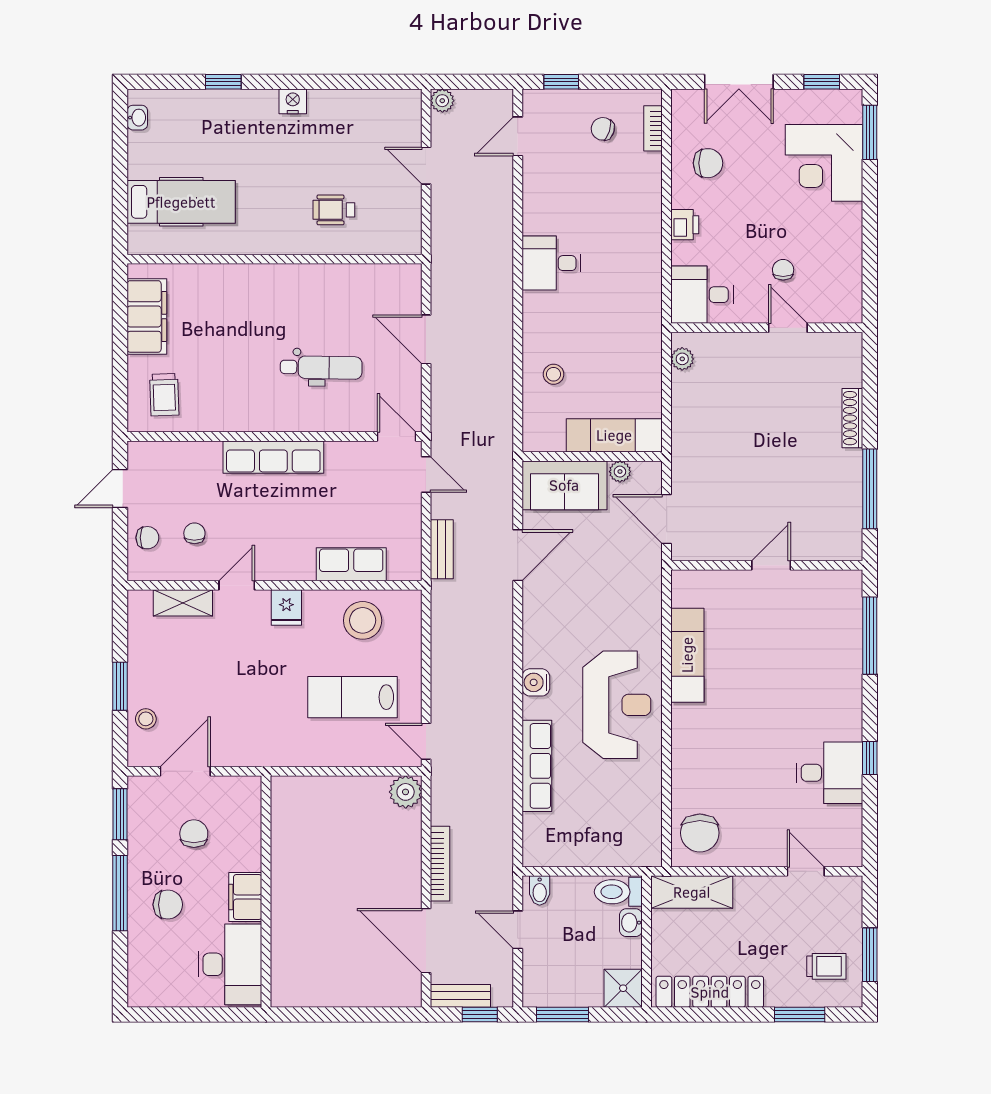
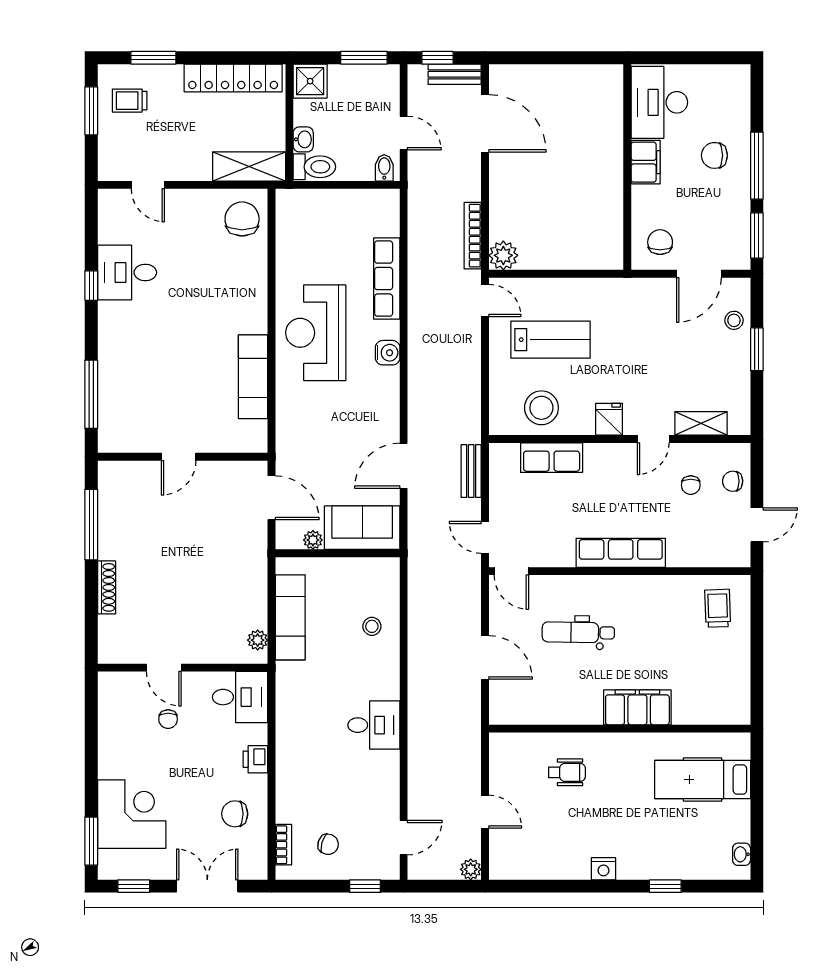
filing cabinet: (147, 316) -> (637, 707), moved, turned 90
exam couch: (614, 435) -> (290, 617), moved, turned -90
chair: (194, 834) -> (660, 242), moved, turned 180
bookcase: (440, 864) -> (473, 236), moved

